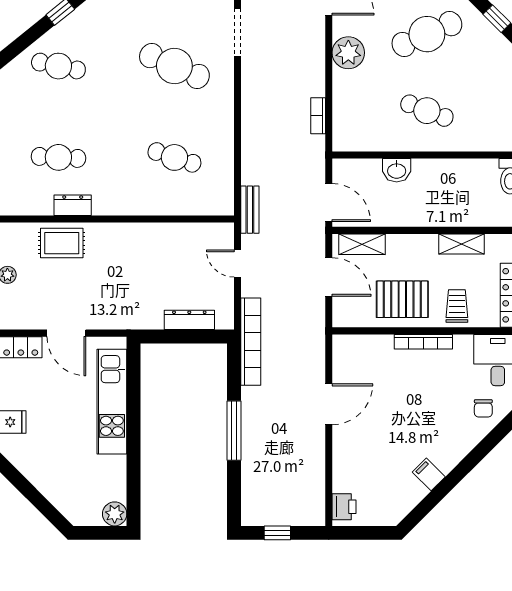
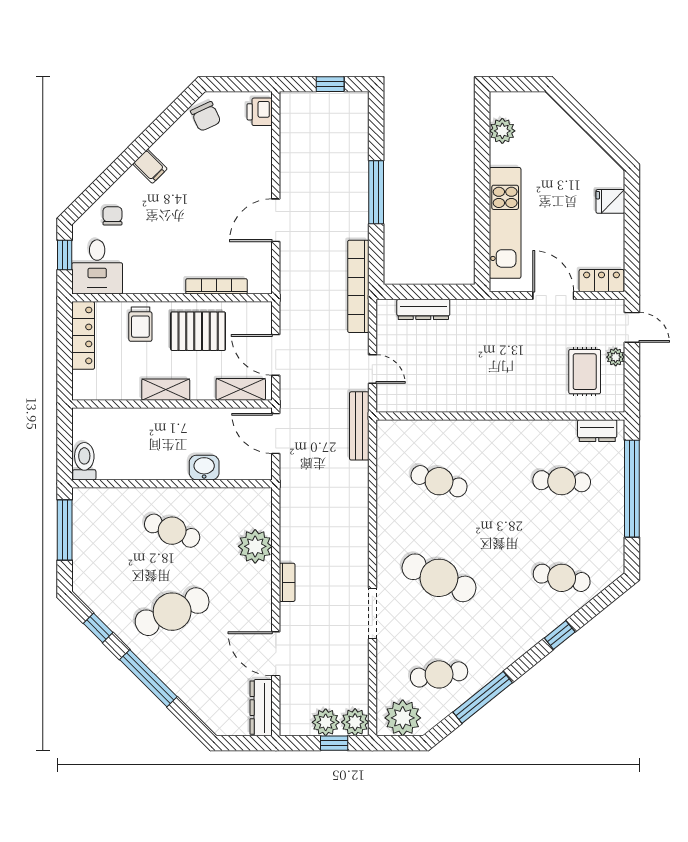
plant: (348, 53) -> (255, 546), moved
bookcase: (318, 116) -> (287, 582), moved
dresser: (73, 205) -> (597, 431), moved
bench: (250, 210) -> (359, 426), width x1.36
rug: (62, 243) -> (585, 372), moved, turned 90
shelving: (461, 244) -> (166, 390), moved
bookcase: (423, 342) -> (217, 286), moved
filing cabinet: (429, 474) -> (150, 166), moved
chair: (395, 502) -> (206, 116), added
plant: (115, 514) -> (502, 131), moved

